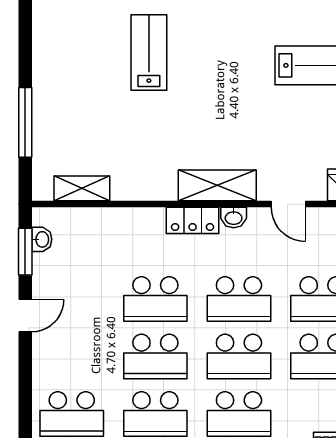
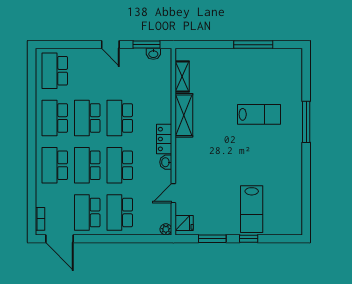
window: (25, 122) -> (253, 45), moved
shelving: (217, 185) -> (184, 115), moved

